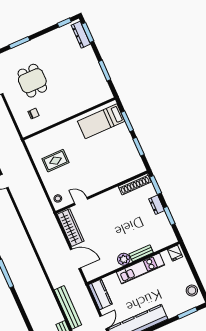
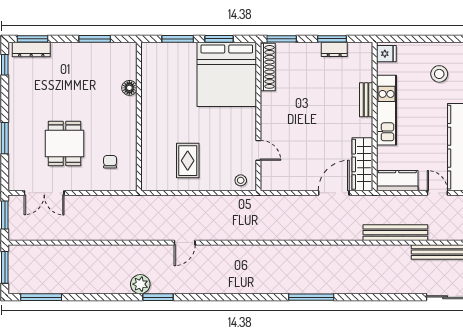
dining table: (32, 81) -> (65, 144), turned 90
floor lamp: (84, 105) -> (129, 88), added
bed: (101, 121) -> (227, 74), moved, width x2.04
door: (81, 201) -> (258, 150), swing flipped
dresser: (157, 205) -> (334, 49), moved
wardrobe: (71, 228) -> (362, 164), moved, turned -90
plant: (124, 259) -> (364, 127), removed
stool: (192, 290) -> (439, 74), moved

